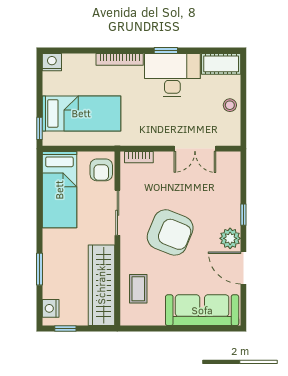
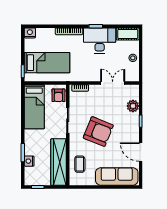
double door: (195, 149) -> (113, 83), swing flipped
plant: (230, 238) -> (133, 106), moved
nightstand: (51, 308) -> (29, 161), moved

